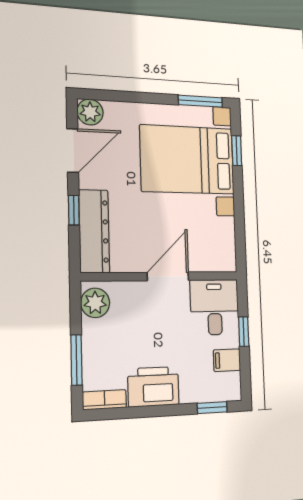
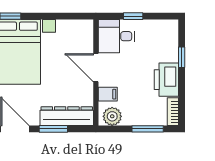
window: (74, 210) -> (53, 129), width x1.50
filing cabinet: (227, 360) -> (108, 94), moved, turned -90
window: (212, 408) -> (182, 57), moved

